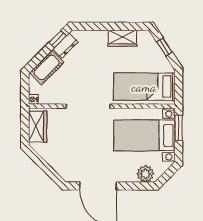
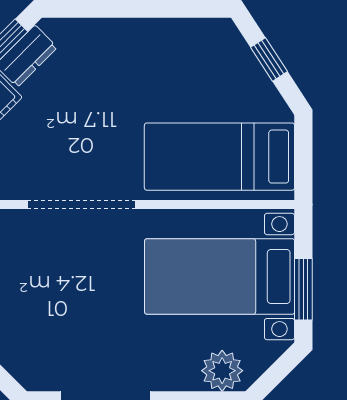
wardrobe: (122, 38) -> (166, 38), removed
window: (179, 128) -> (303, 289), moved

